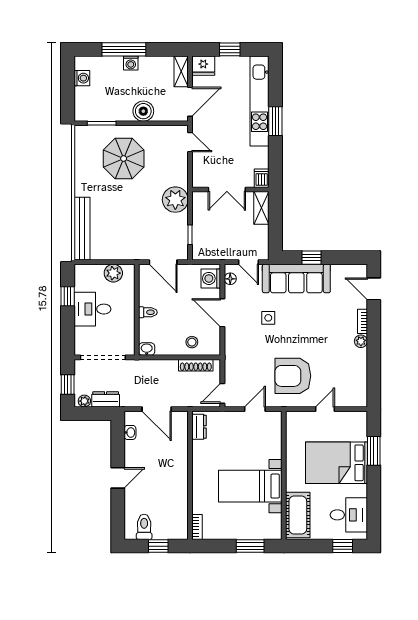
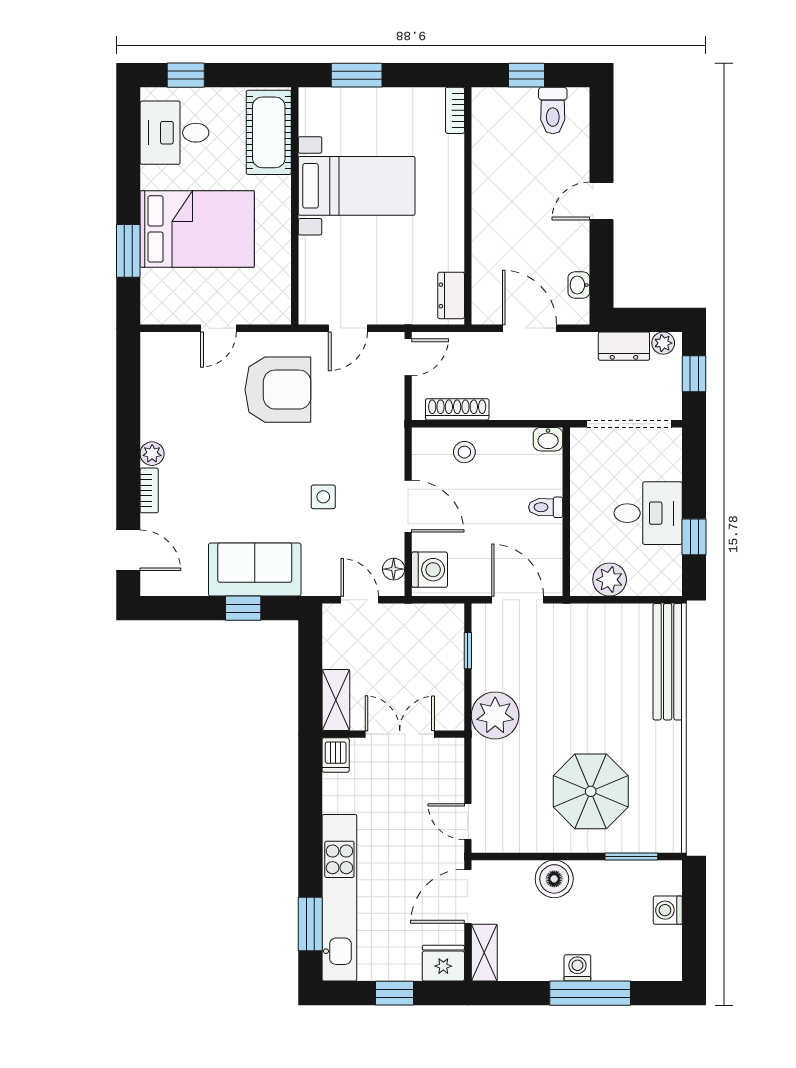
washing machine: (82, 78) -> (668, 910), moved
window: (275, 121) -> (310, 924), moved
sofa: (296, 279) -> (255, 570), width x0.73

